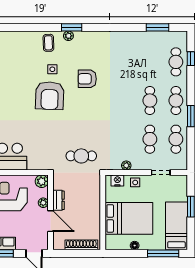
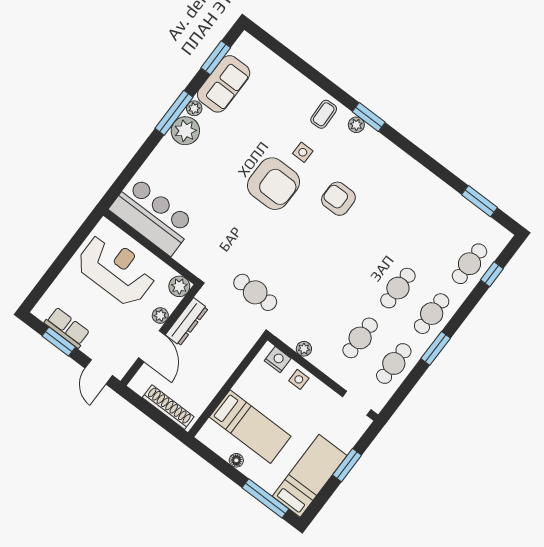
armchair: (50, 96) -> (273, 184), turned -92
doorway: (161, 172) -> (357, 403), moved
dresser: (59, 200) -> (187, 322), width x1.44
bed: (129, 218) -> (250, 427), width x0.67

